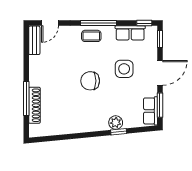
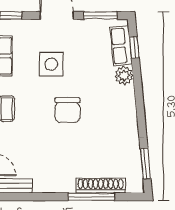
row of seats: (151, 111) -> (121, 46), moved, turned 84
window: (119, 132) -> (134, 47), moved
window: (51, 138) -> (145, 164), added

